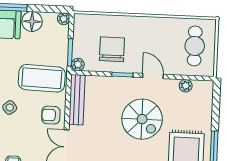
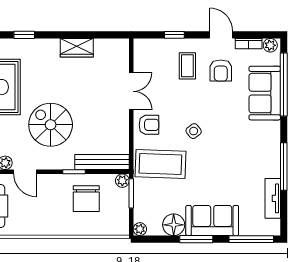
door: (153, 76) -> (25, 172), moved
bench: (77, 100) -> (102, 162), moved, turned 90

